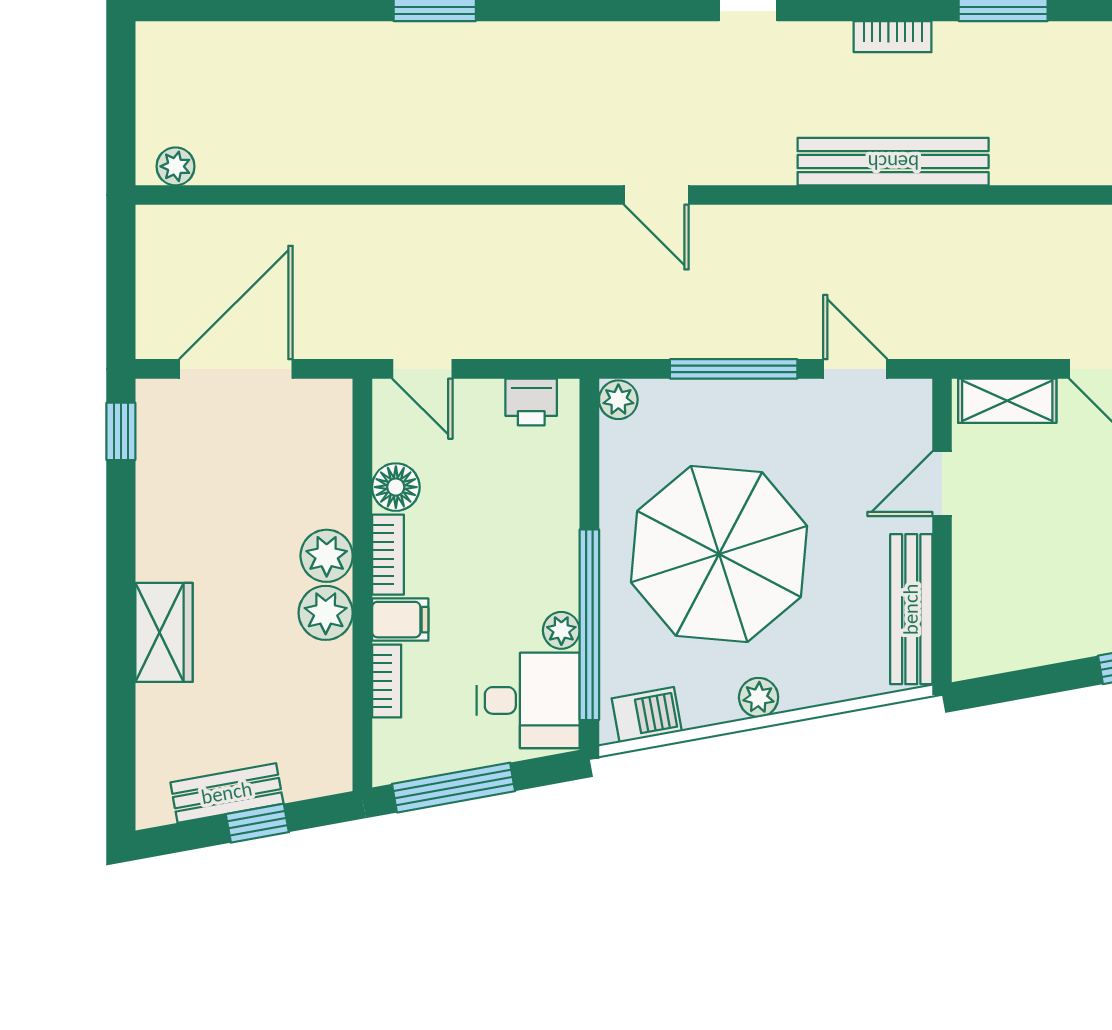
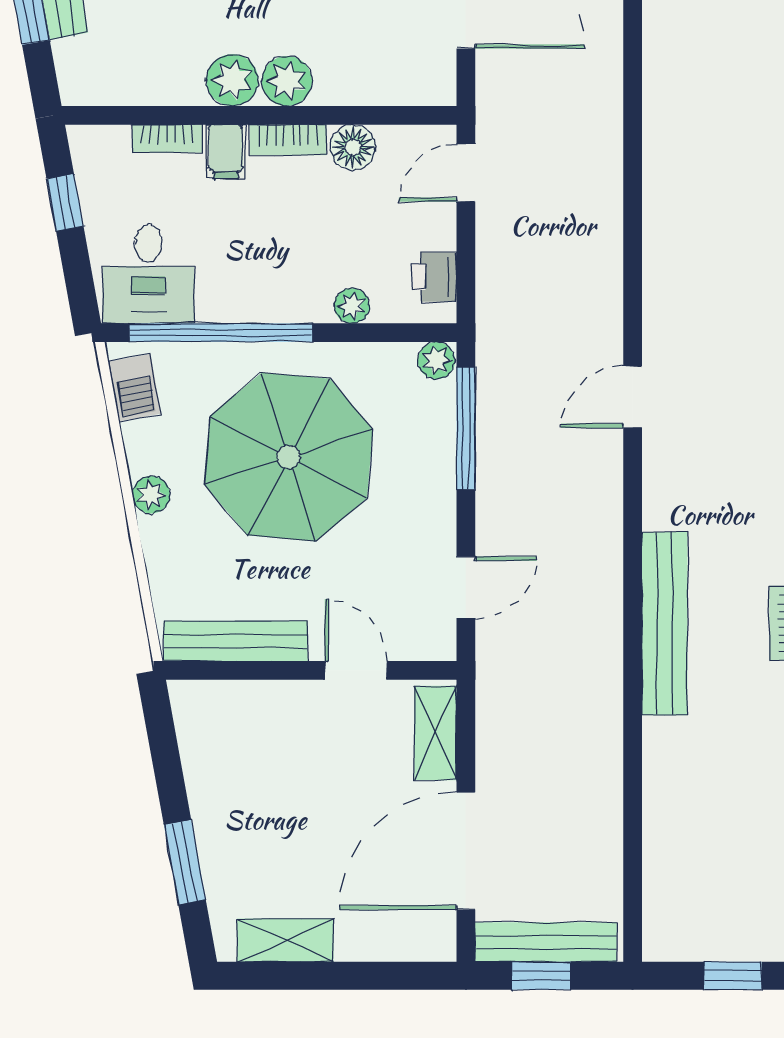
window: (734, 369) -> (466, 428), moved
plant: (561, 630) -> (352, 306), moved
window: (453, 788) -> (65, 203), width x0.46

